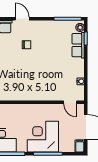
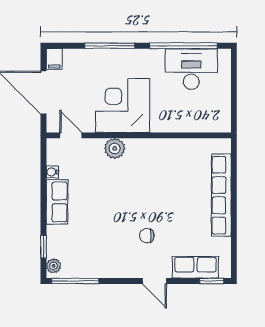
row of seats: (78, 45) -> (57, 202), moved
plant: (45, 95) -> (115, 148), added
corner desk: (43, 137) -> (123, 106), moved, turned 180

